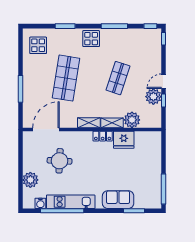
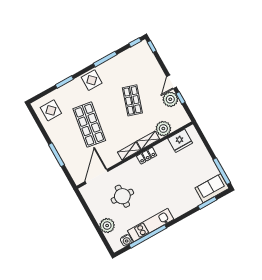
fridge: (124, 140) -> (180, 141), moved
sofa: (118, 200) -> (212, 188), moved

